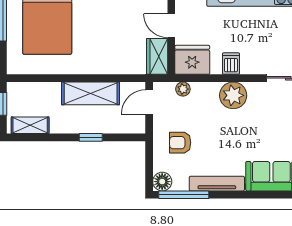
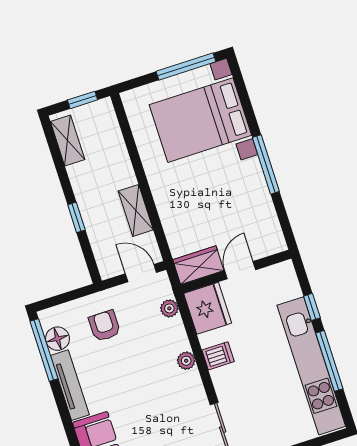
shelving: (91, 93) -> (136, 210), width x0.67, depth x0.75
plant: (233, 95) -> (186, 361), width x0.53, depth x0.53
floor lamp: (162, 182) -> (58, 339), moved

